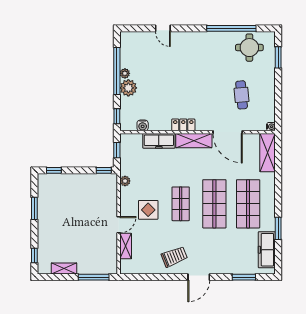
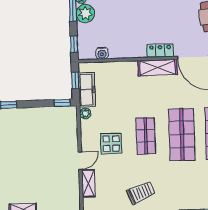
locker: (183, 125) -> (160, 51), moved
freezer: (159, 141) -> (87, 90), moved, turned -90

